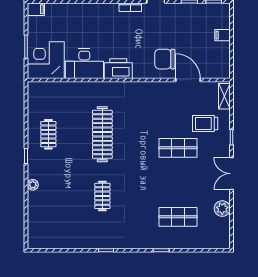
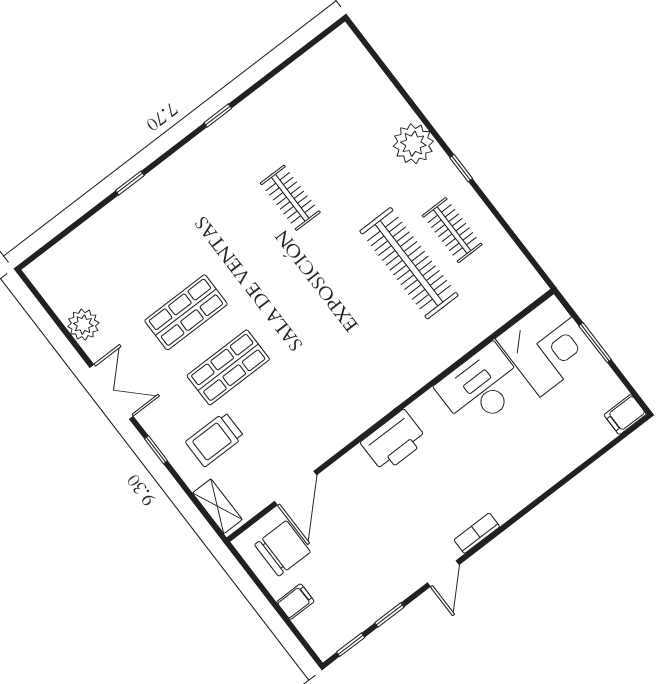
chair: (165, 59) -> (283, 548), moved
printer: (118, 69) -> (394, 441), moved
door: (188, 80) -> (295, 488), hinge flipped
trolley: (205, 124) -> (215, 439), turned 180
clothes rail: (102, 134) -> (409, 263), moved
plant: (33, 185) -> (413, 144), width x1.87, depth x1.87
shop shelf: (178, 217) -> (186, 312), moved

